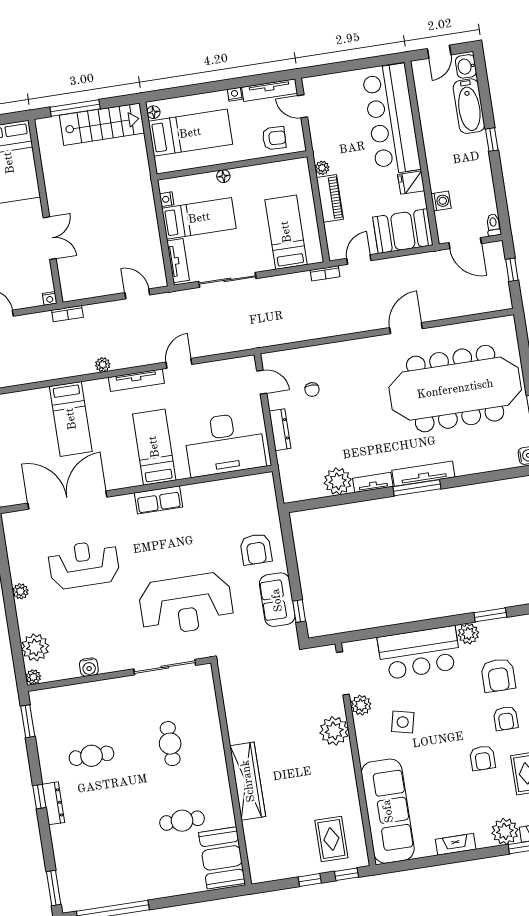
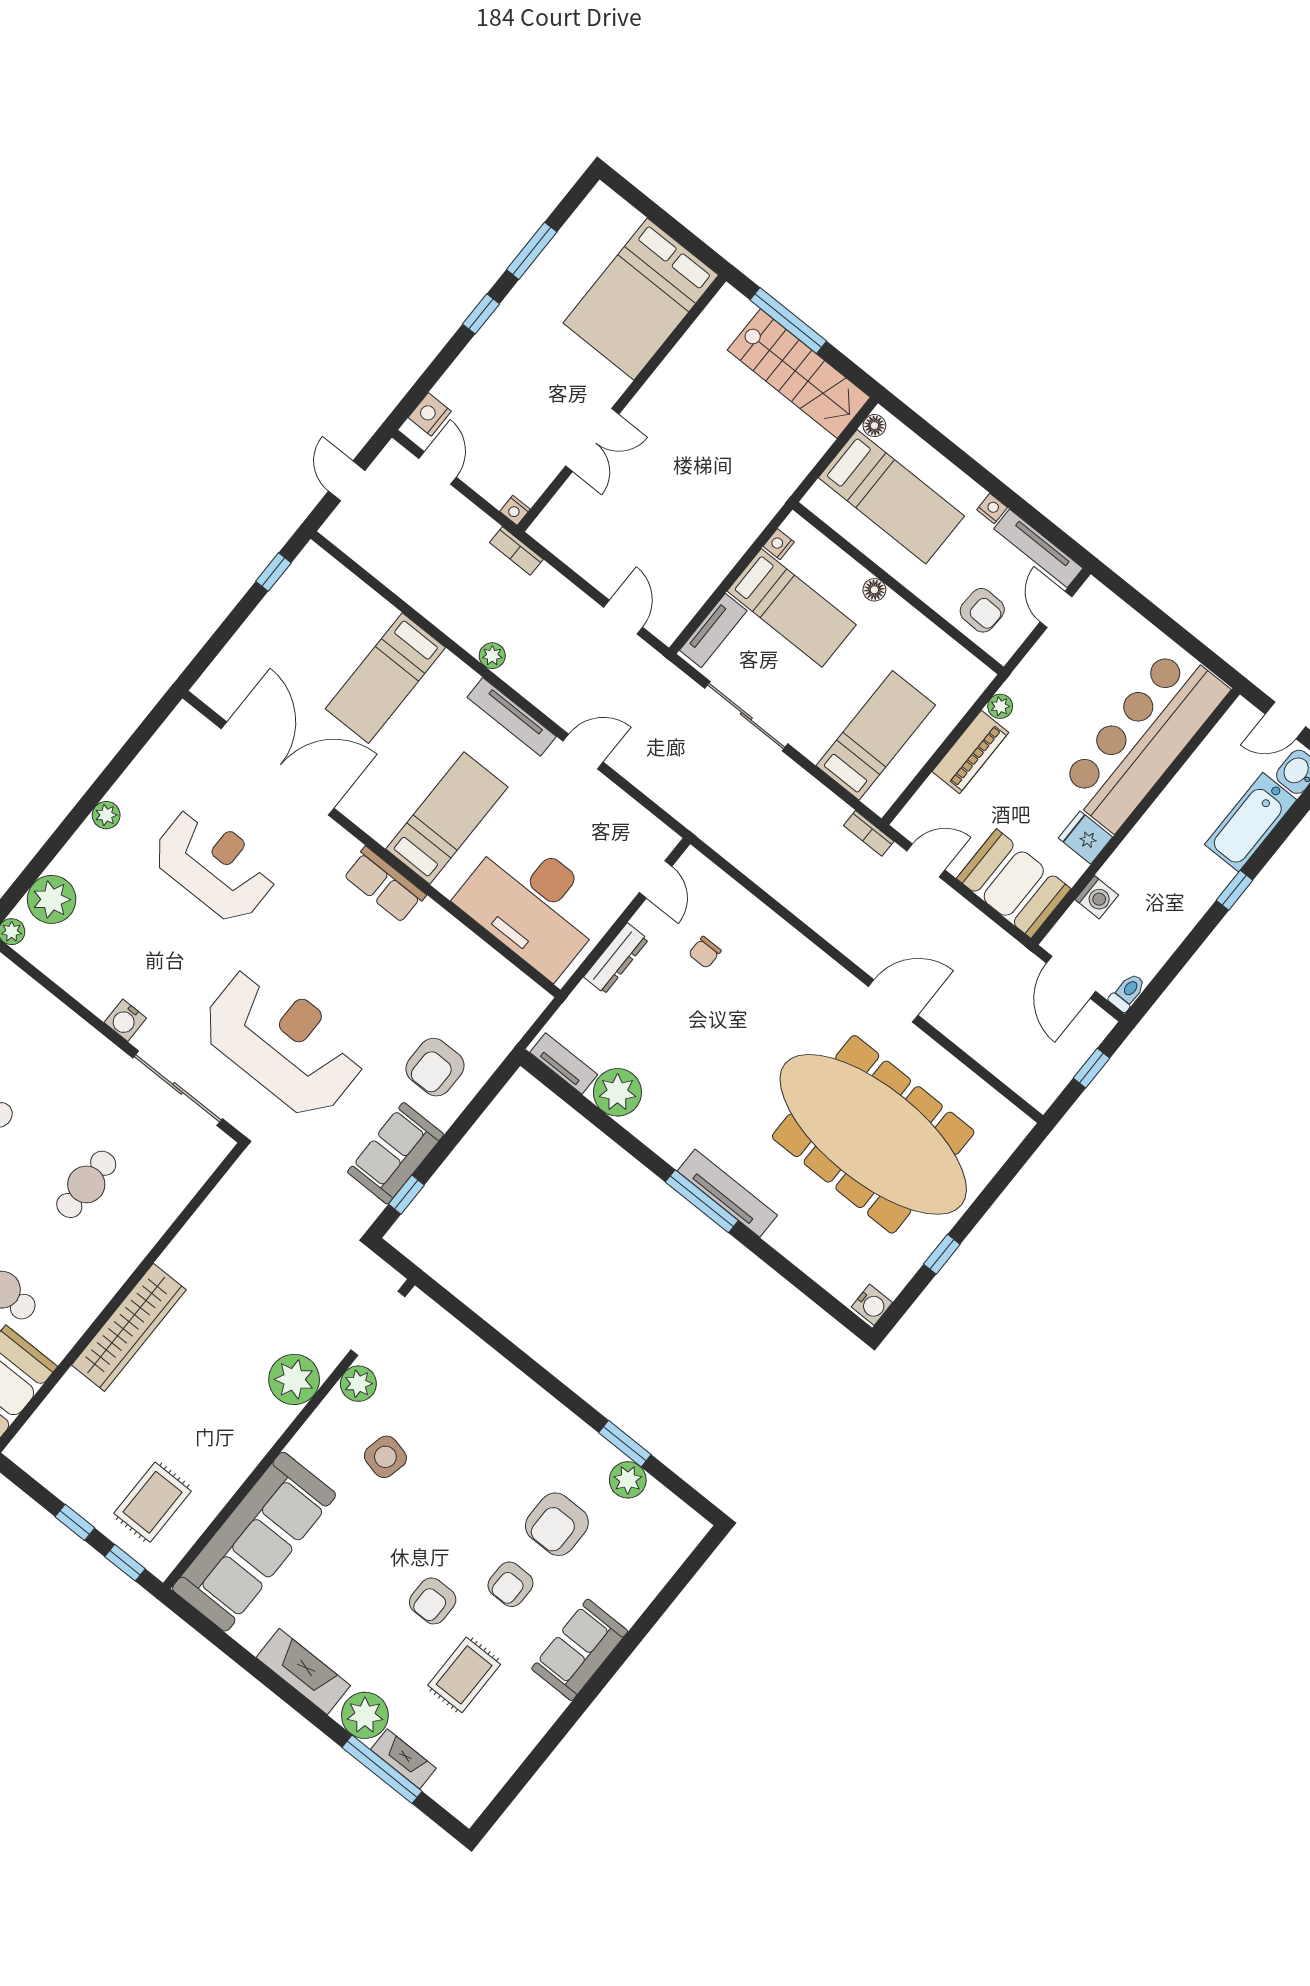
tv unit: (373, 482) -> (564, 1063), moved
reception desk: (186, 604) -> (283, 1042), turned 180
plant: (468, 634) -> (628, 1480), moved
bar counter: (419, 653) -> (493, 1397), removed
water cooler: (89, 667) -> (125, 1020), moved
fireplace: (456, 844) -> (303, 1672), width x1.37, depth x1.32

